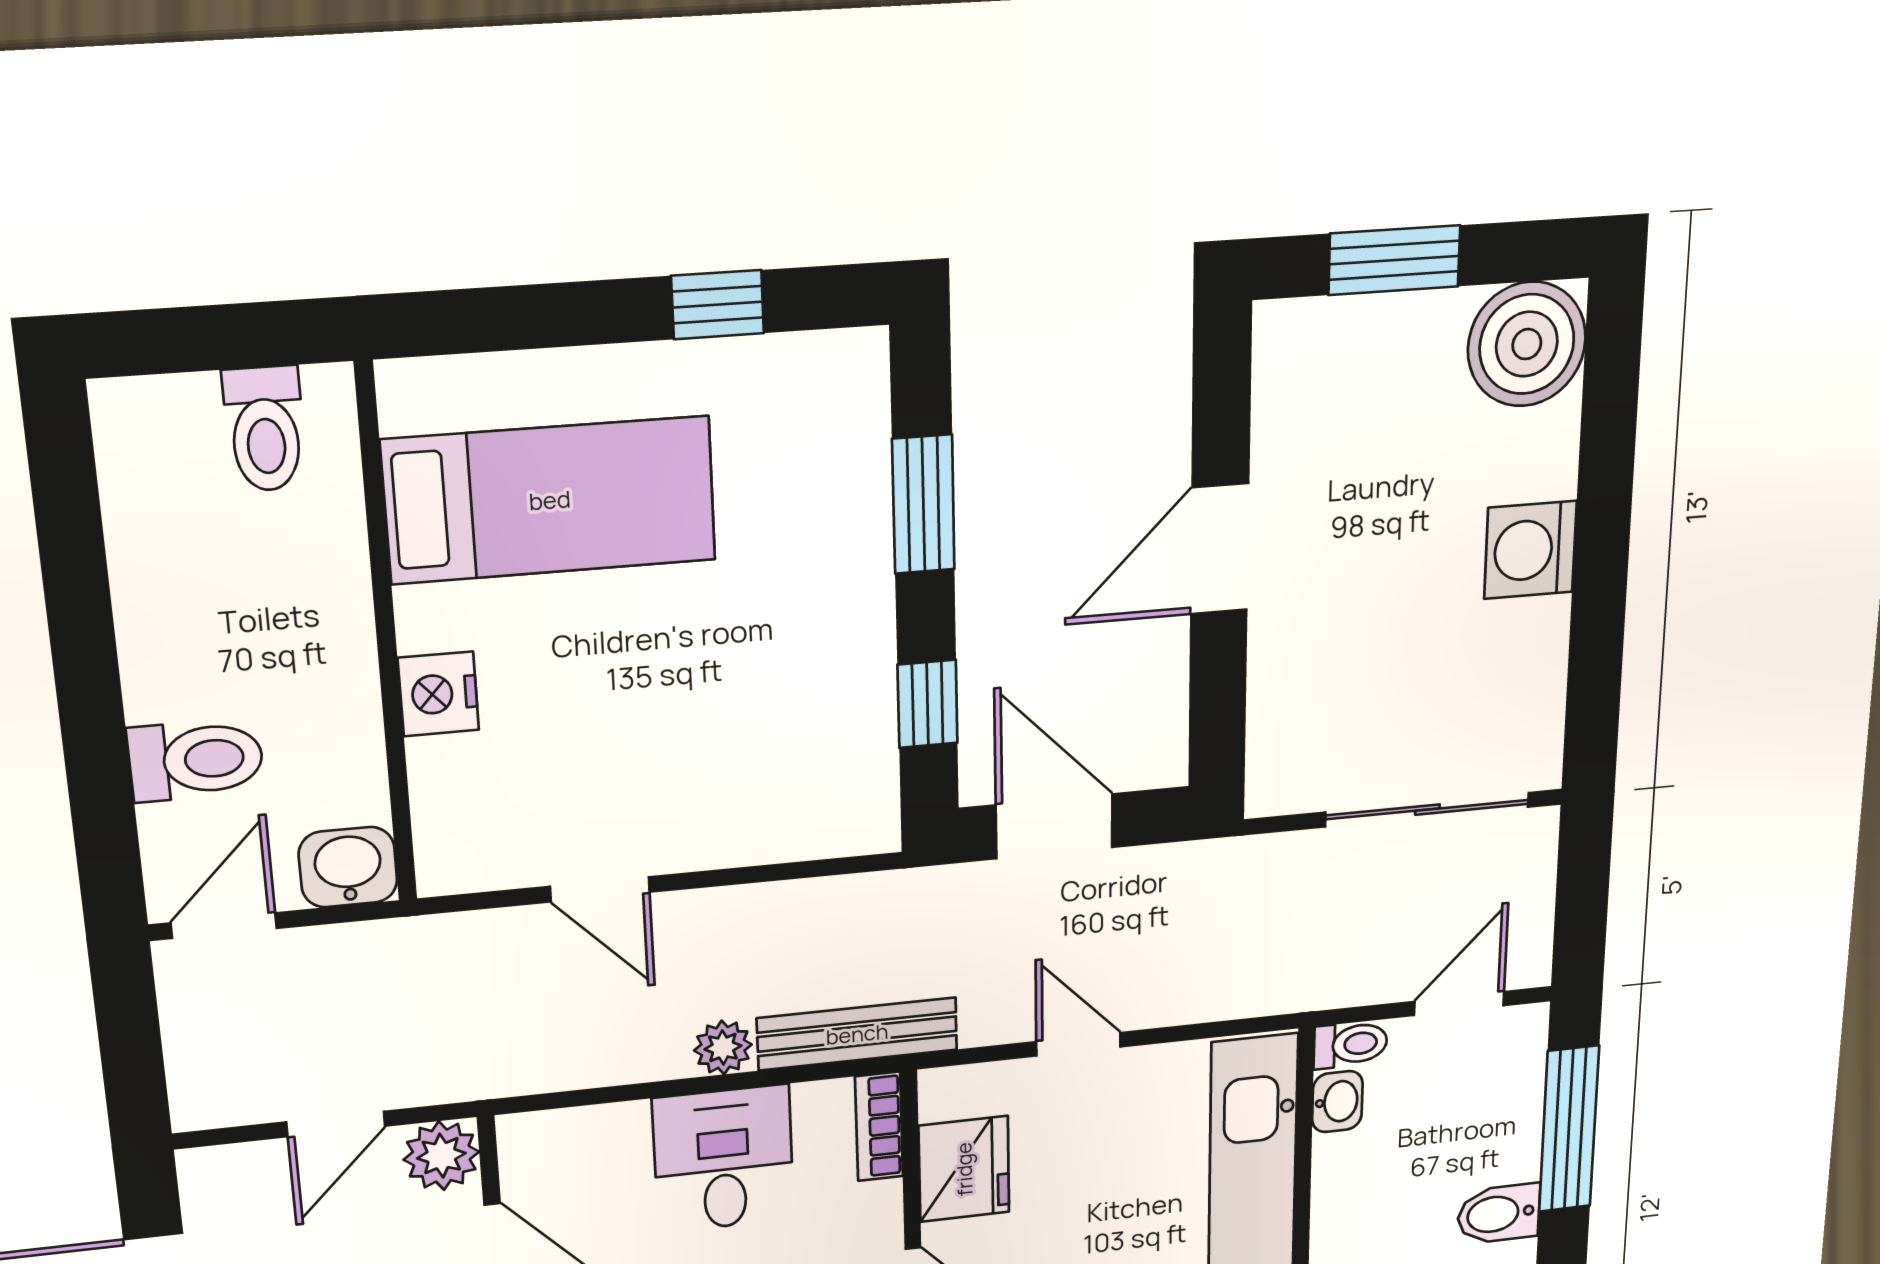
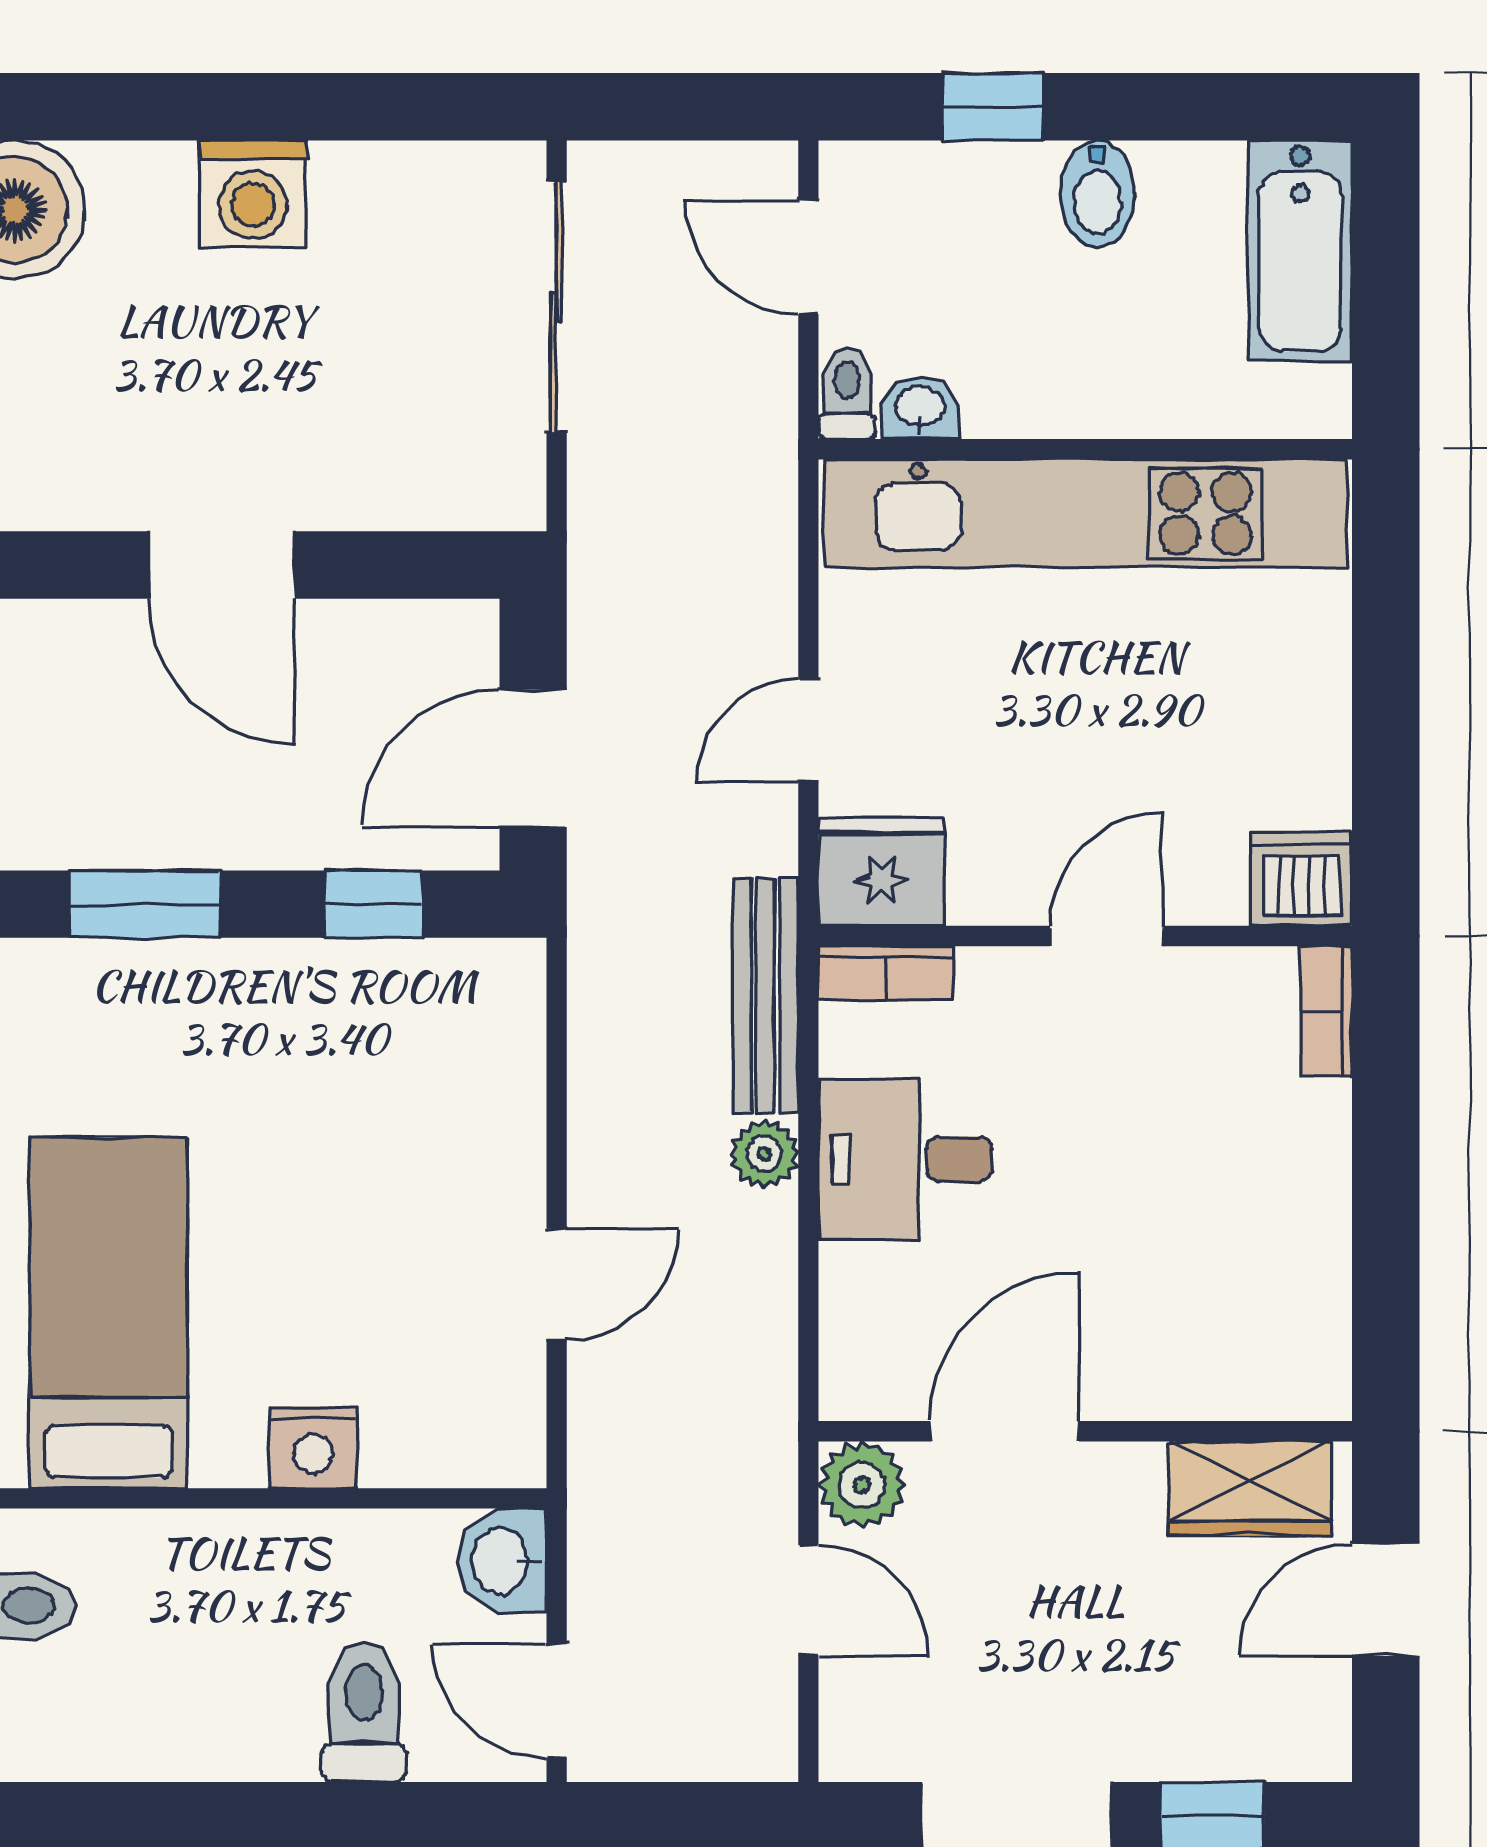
window: (1569, 1129) -> (993, 107), width x0.46
fridge: (964, 1169) -> (881, 872), moved

